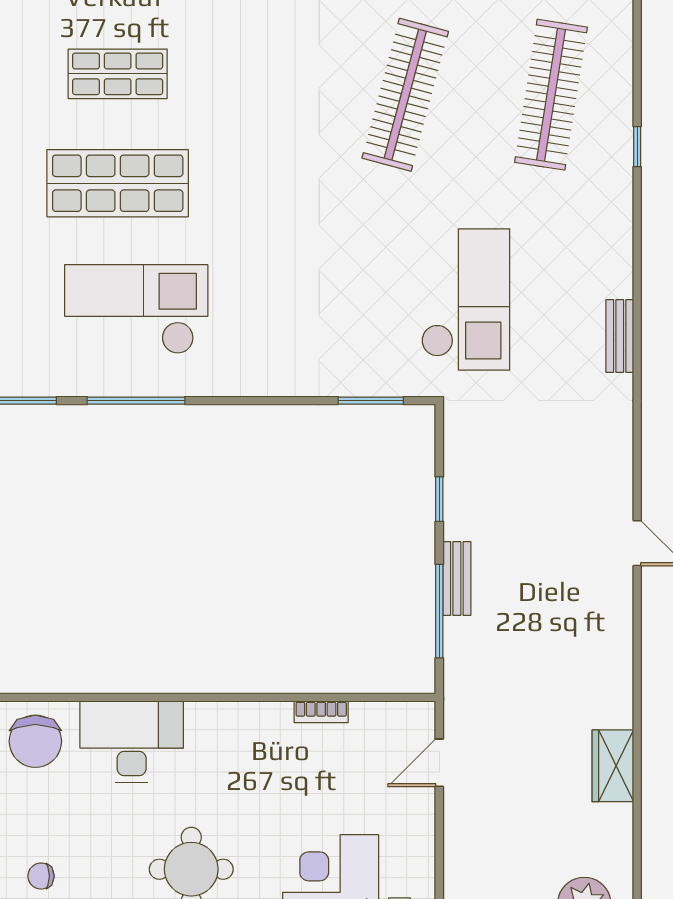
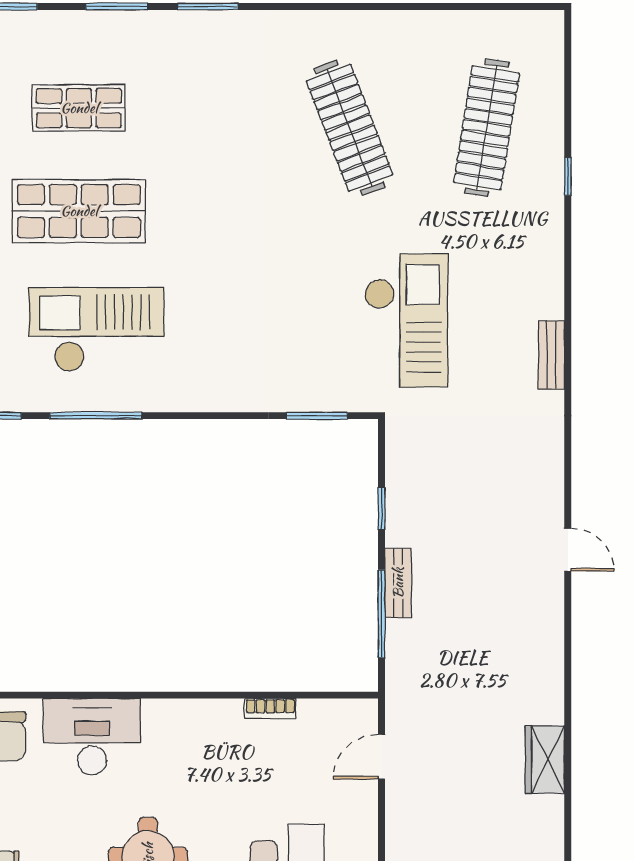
clothes rail: (405, 95) -> (350, 128), turned -36

